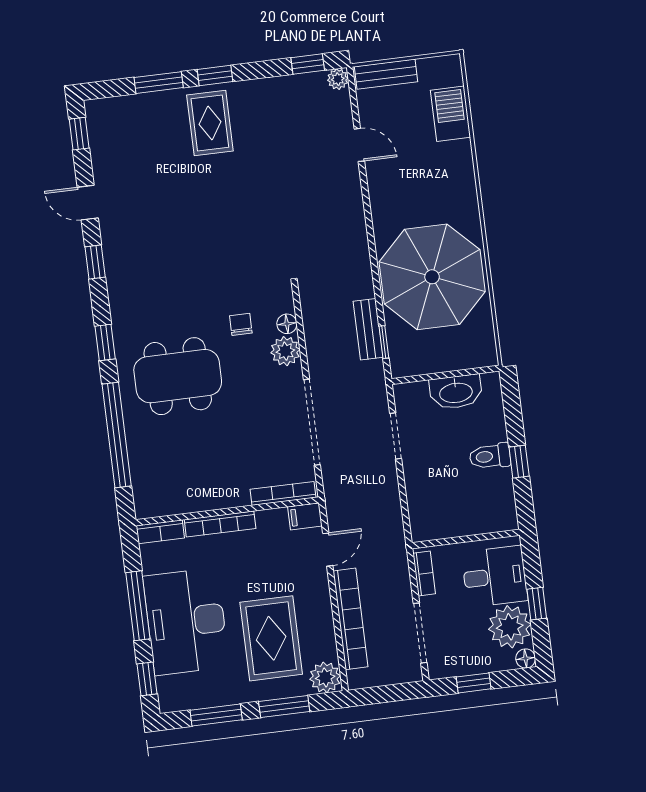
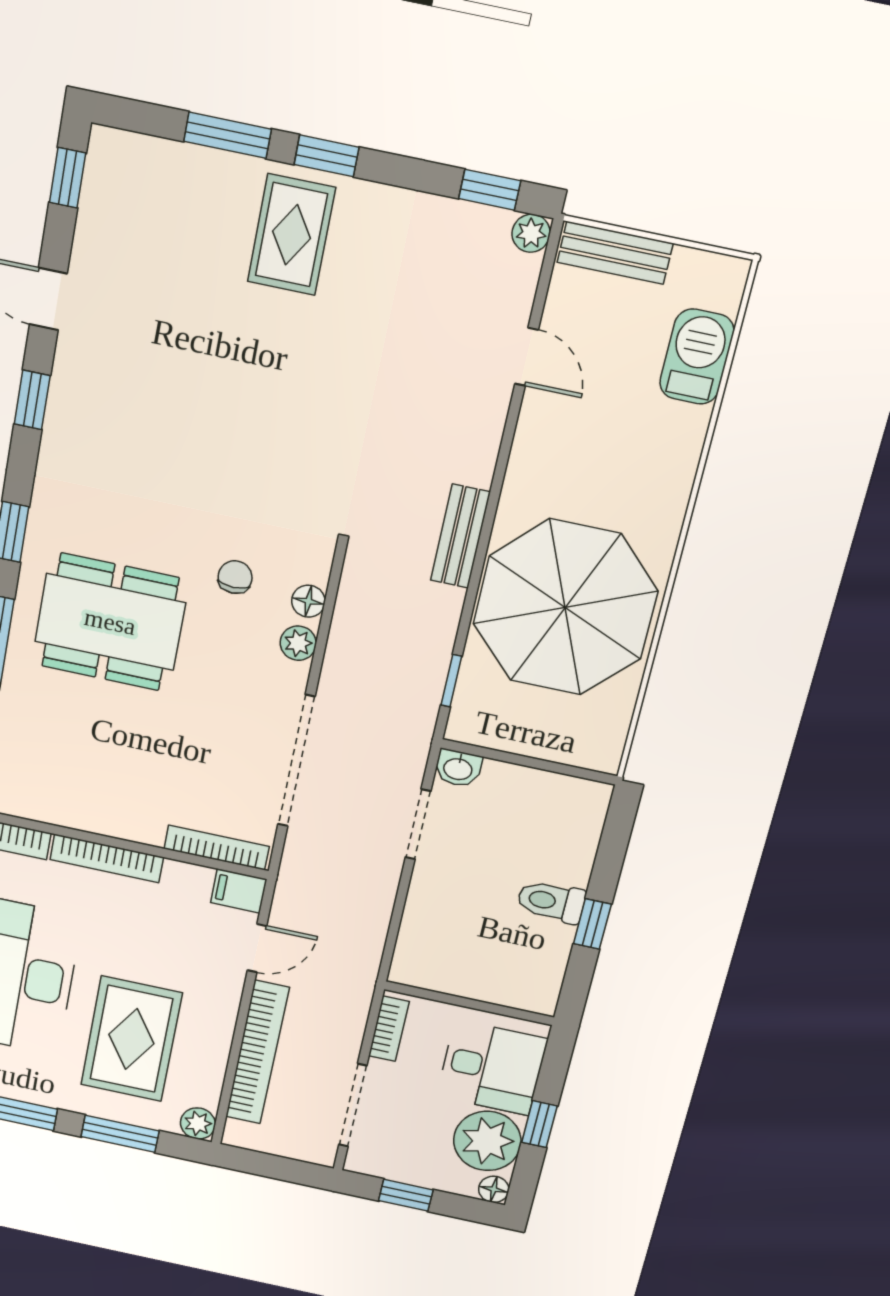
bench: (368, 329) -> (460, 536), moved
plant: (285, 351) -> (298, 643), width x0.73, depth x0.73
washbasin: (456, 392) -> (458, 768), moved, width x0.52, depth x0.69
plant: (325, 677) -> (198, 1123), width x0.73, depth x0.73

